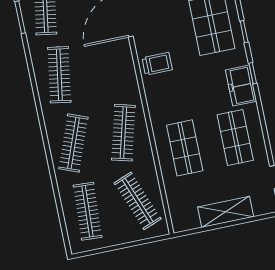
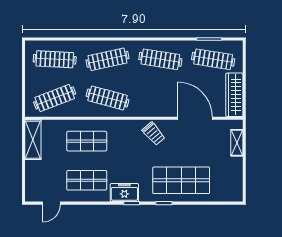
trolley: (157, 64) -> (153, 134), turned -41
clothes rail: (73, 143) -> (108, 59), turned -33
shelving: (226, 212) -> (33, 140), moved

